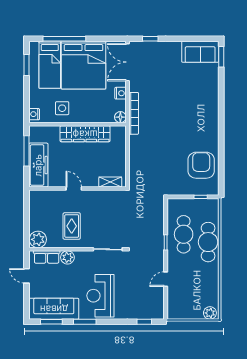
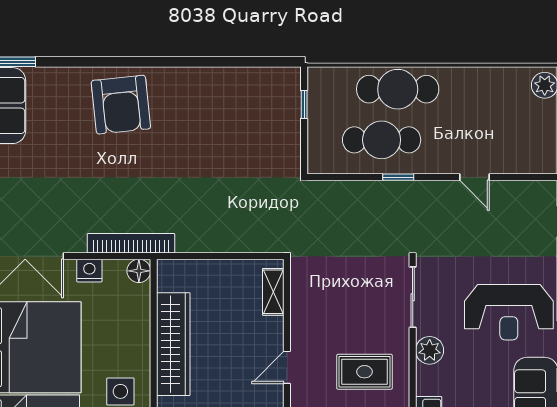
armchair: (201, 165) -> (121, 105), moved, turned -96
plant: (67, 257) -> (430, 350), moved

